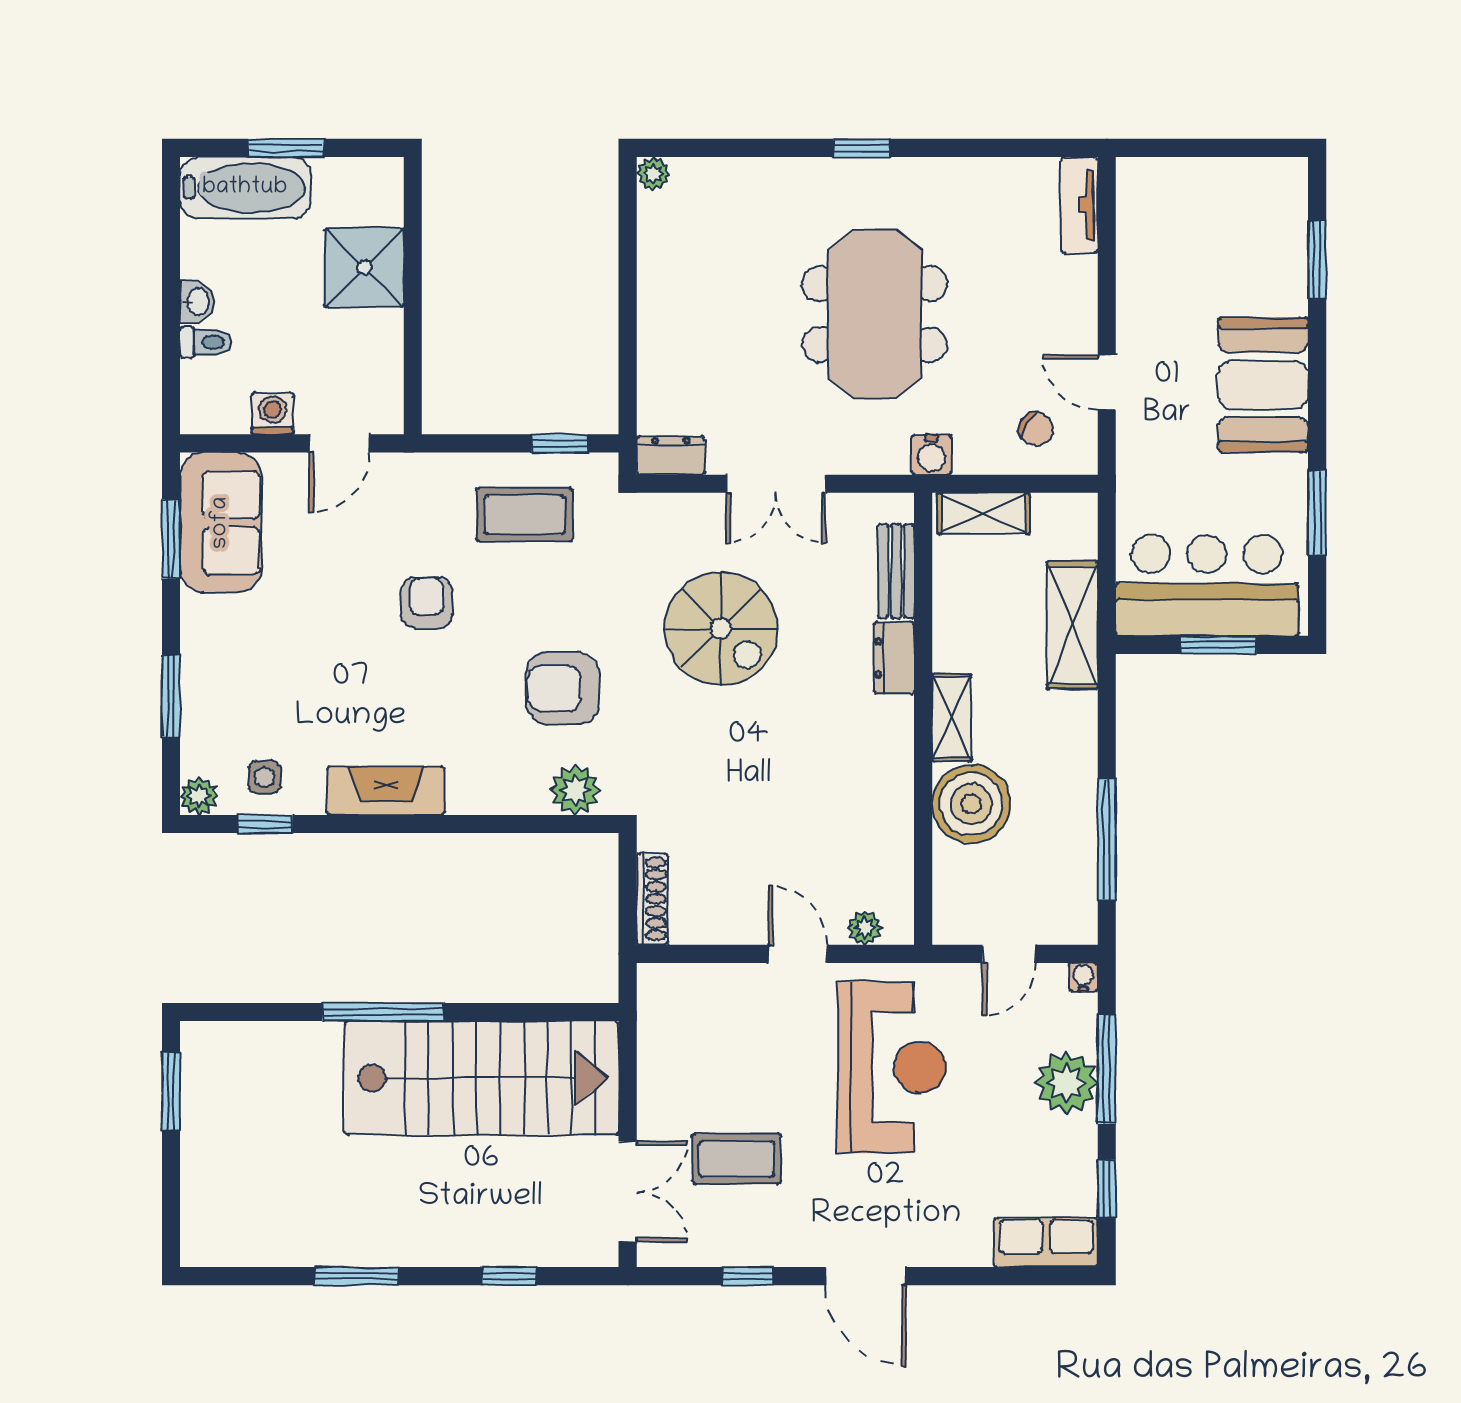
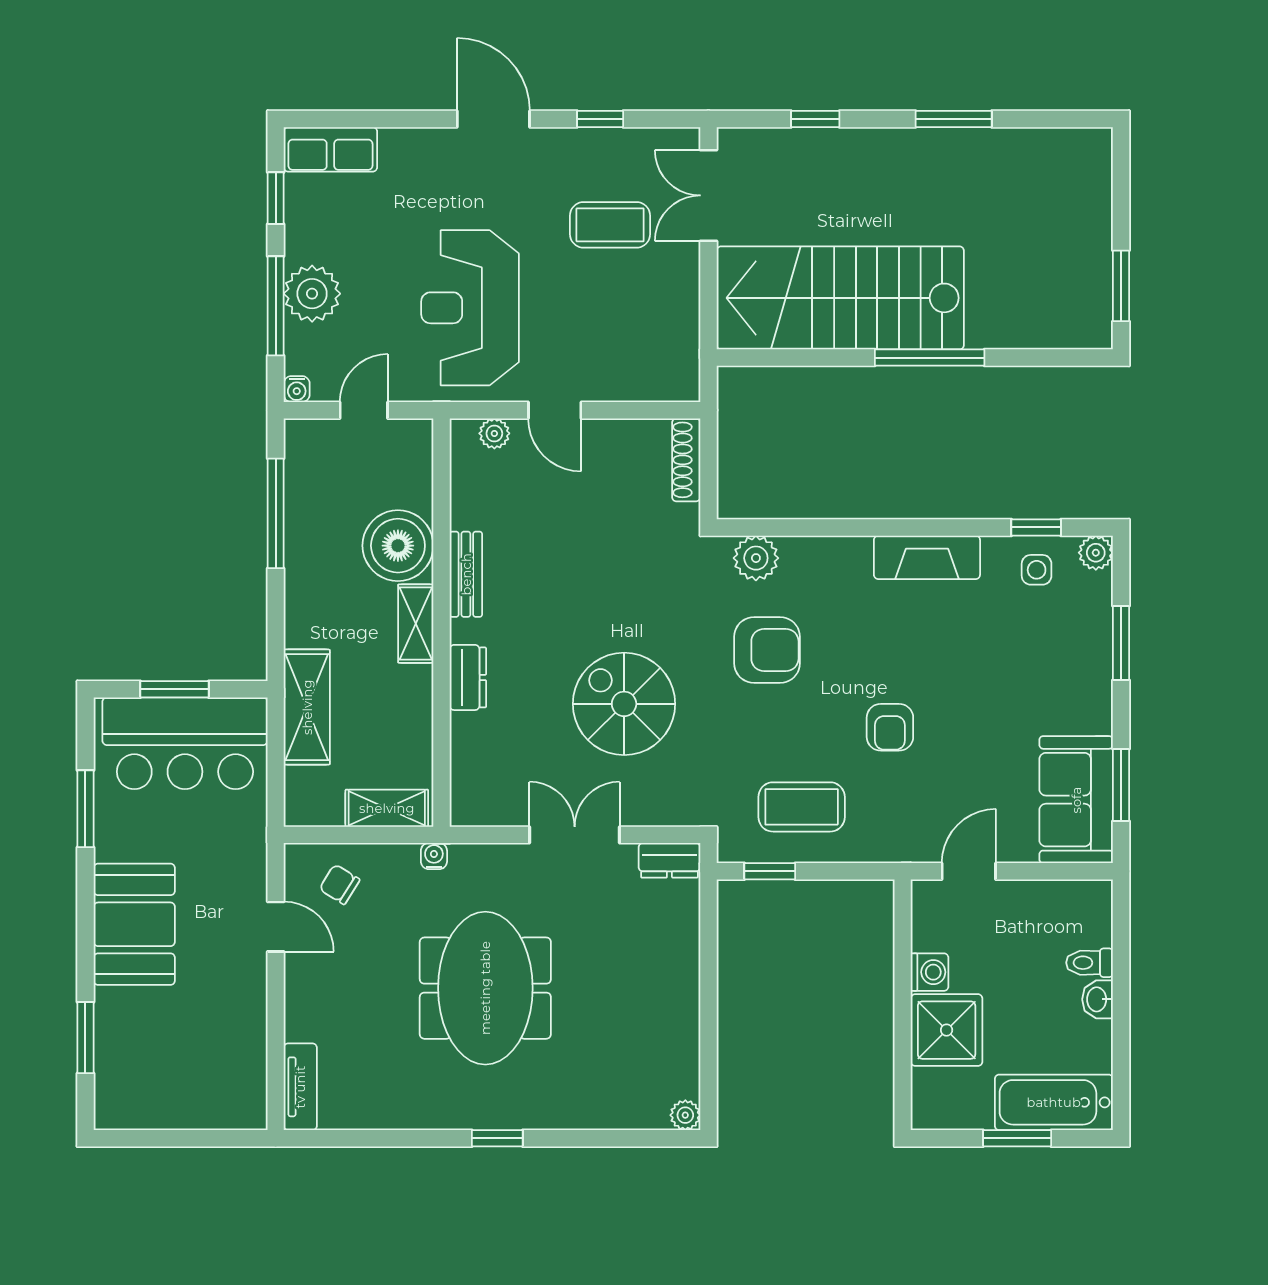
washing machine: (272, 414) -> (930, 972), moved, turned -90
water cooler: (931, 455) -> (434, 856), width x0.72, depth x0.72
bench: (896, 571) -> (466, 574), moved

